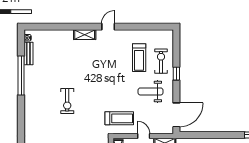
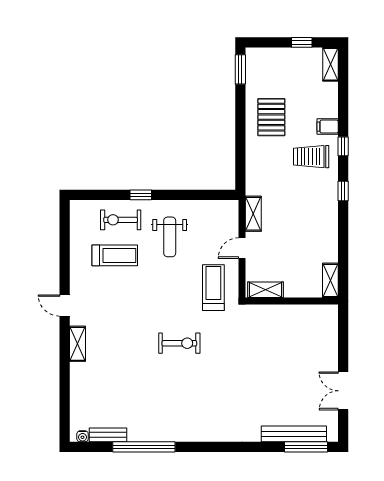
exercise bike: (67, 101) -> (179, 343), moved
door: (176, 115) -> (208, 195), removed

